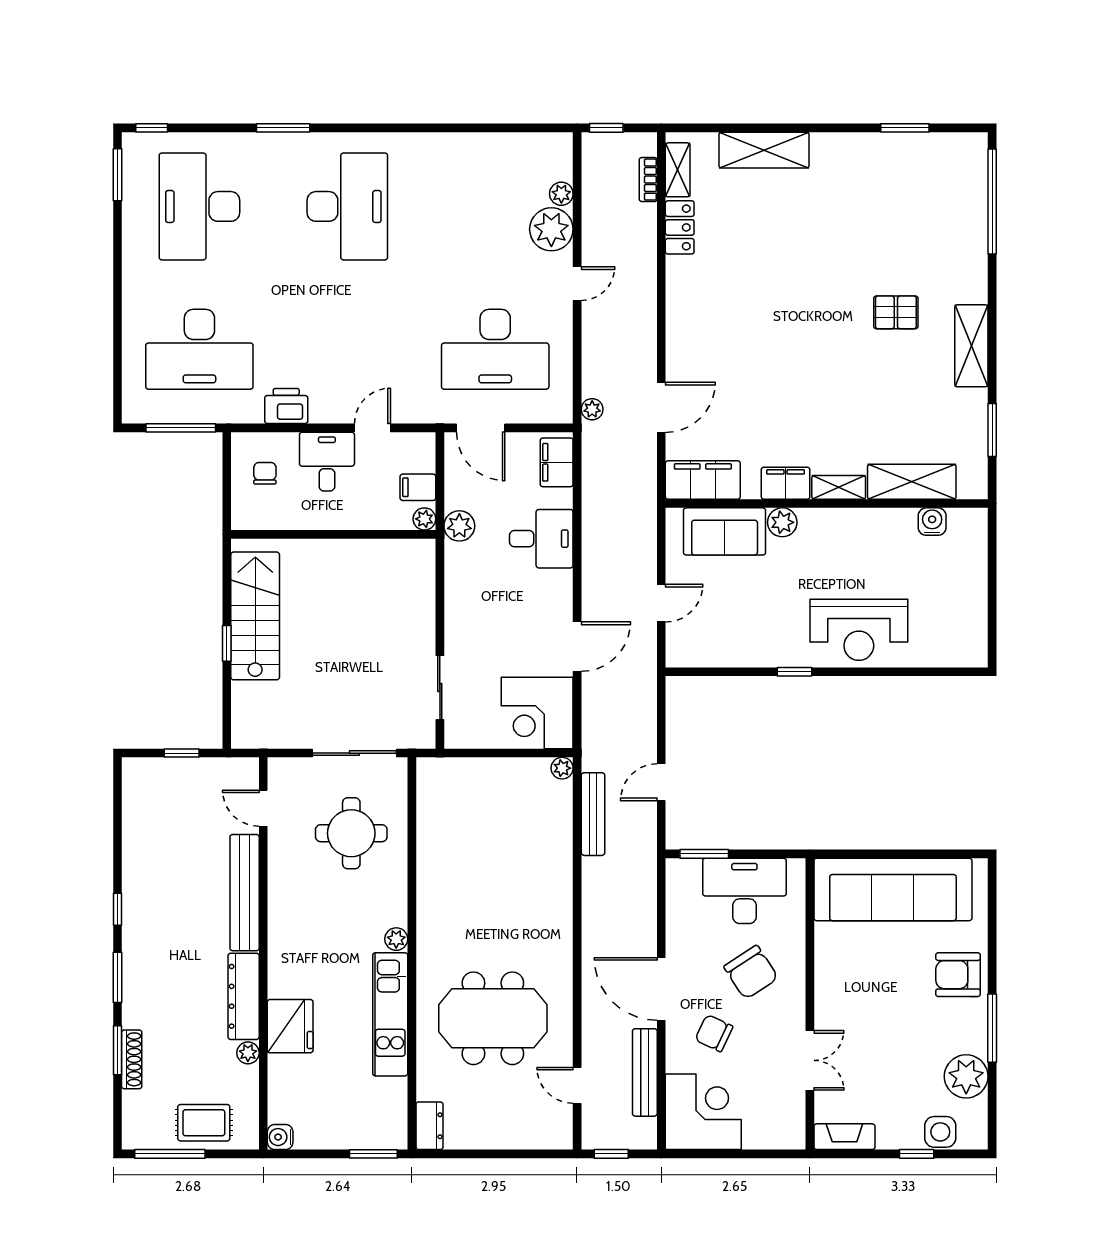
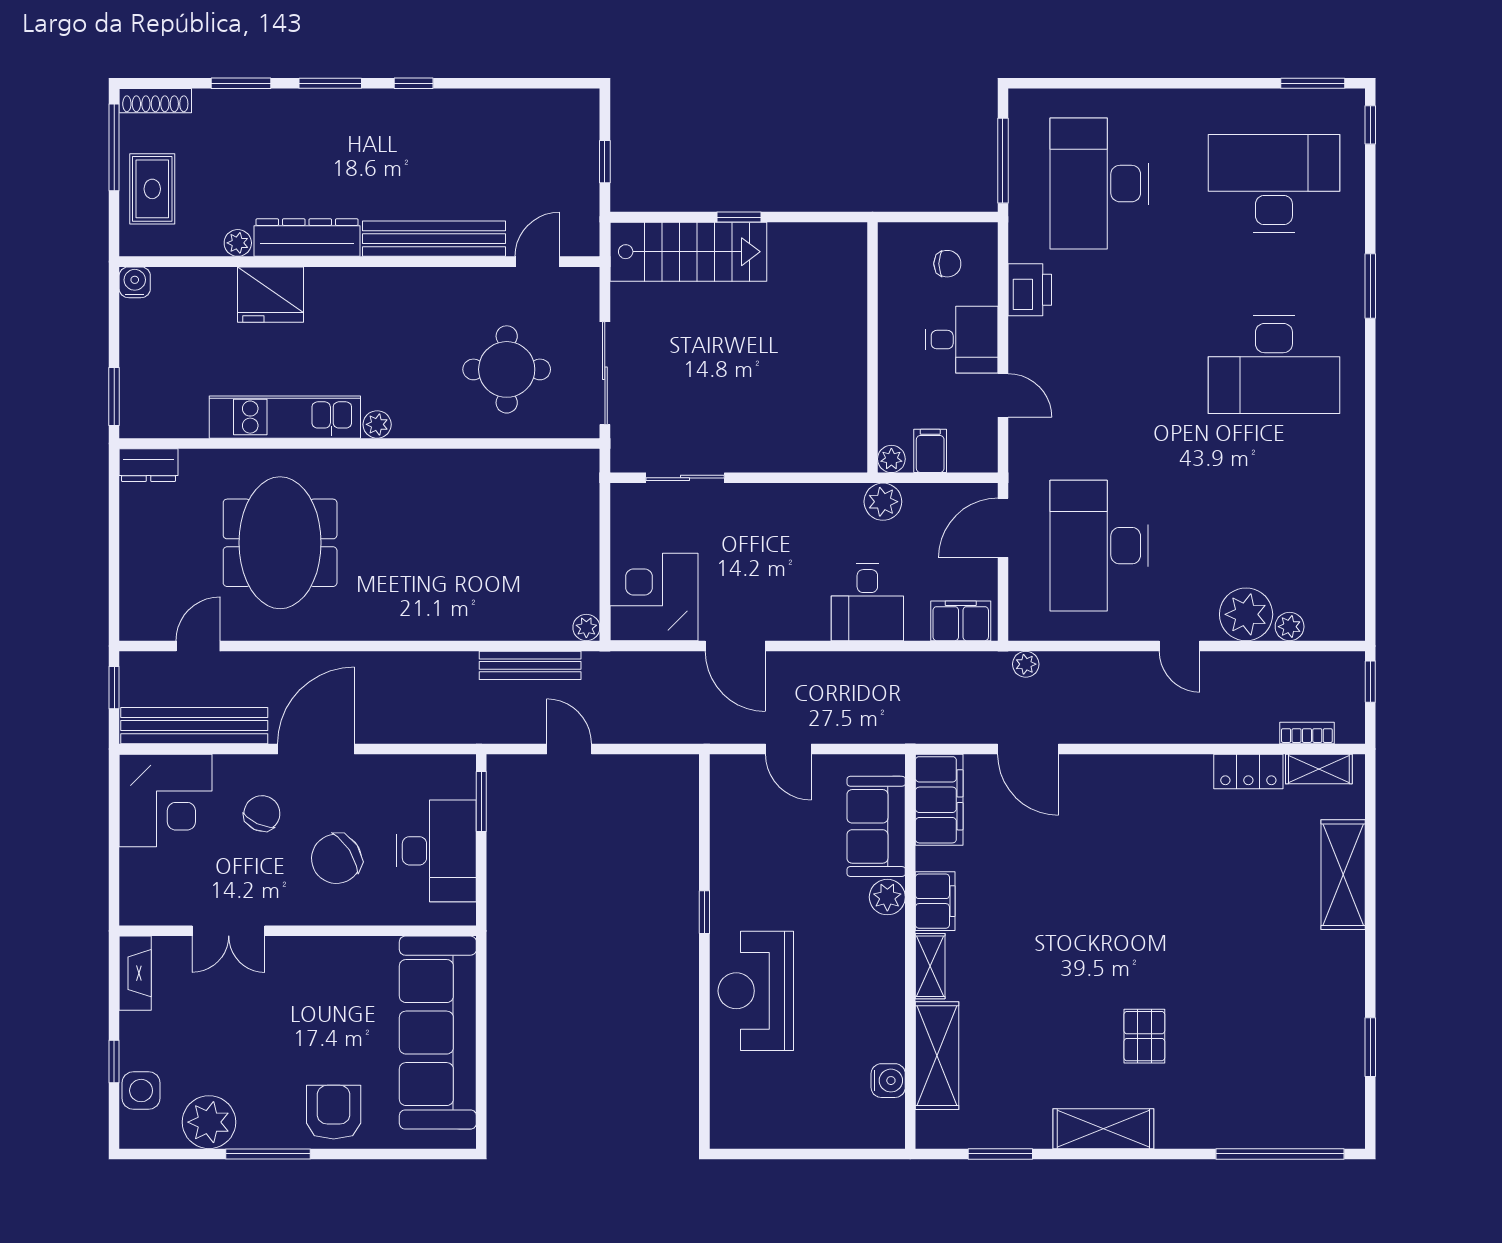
stairs: (255, 616) -> (688, 252), moved
shoe rack: (132, 1059) -> (155, 101), moved
bench: (645, 1072) -> (194, 726), width x1.37, depth x1.21

